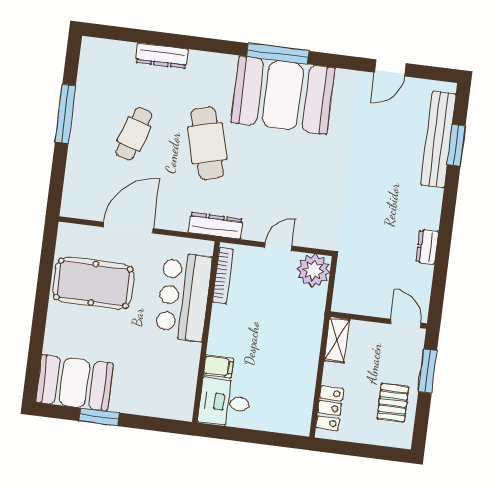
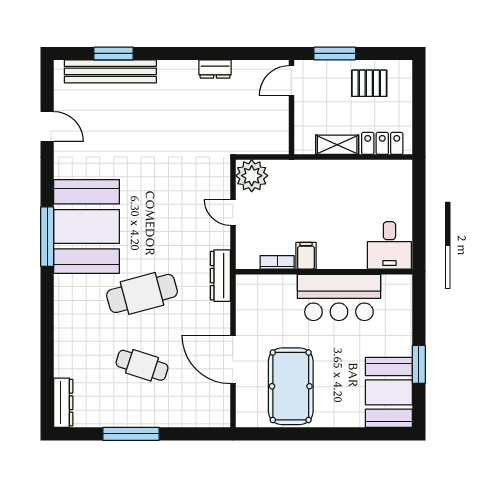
dresser: (162, 56) -> (63, 403), moved
bookcase: (223, 276) -> (277, 262), width x0.64
bar counter: (184, 296) -> (339, 297), moved
shelving: (337, 340) -> (337, 145), moved
filing cabinet: (218, 366) -> (306, 256), moved

